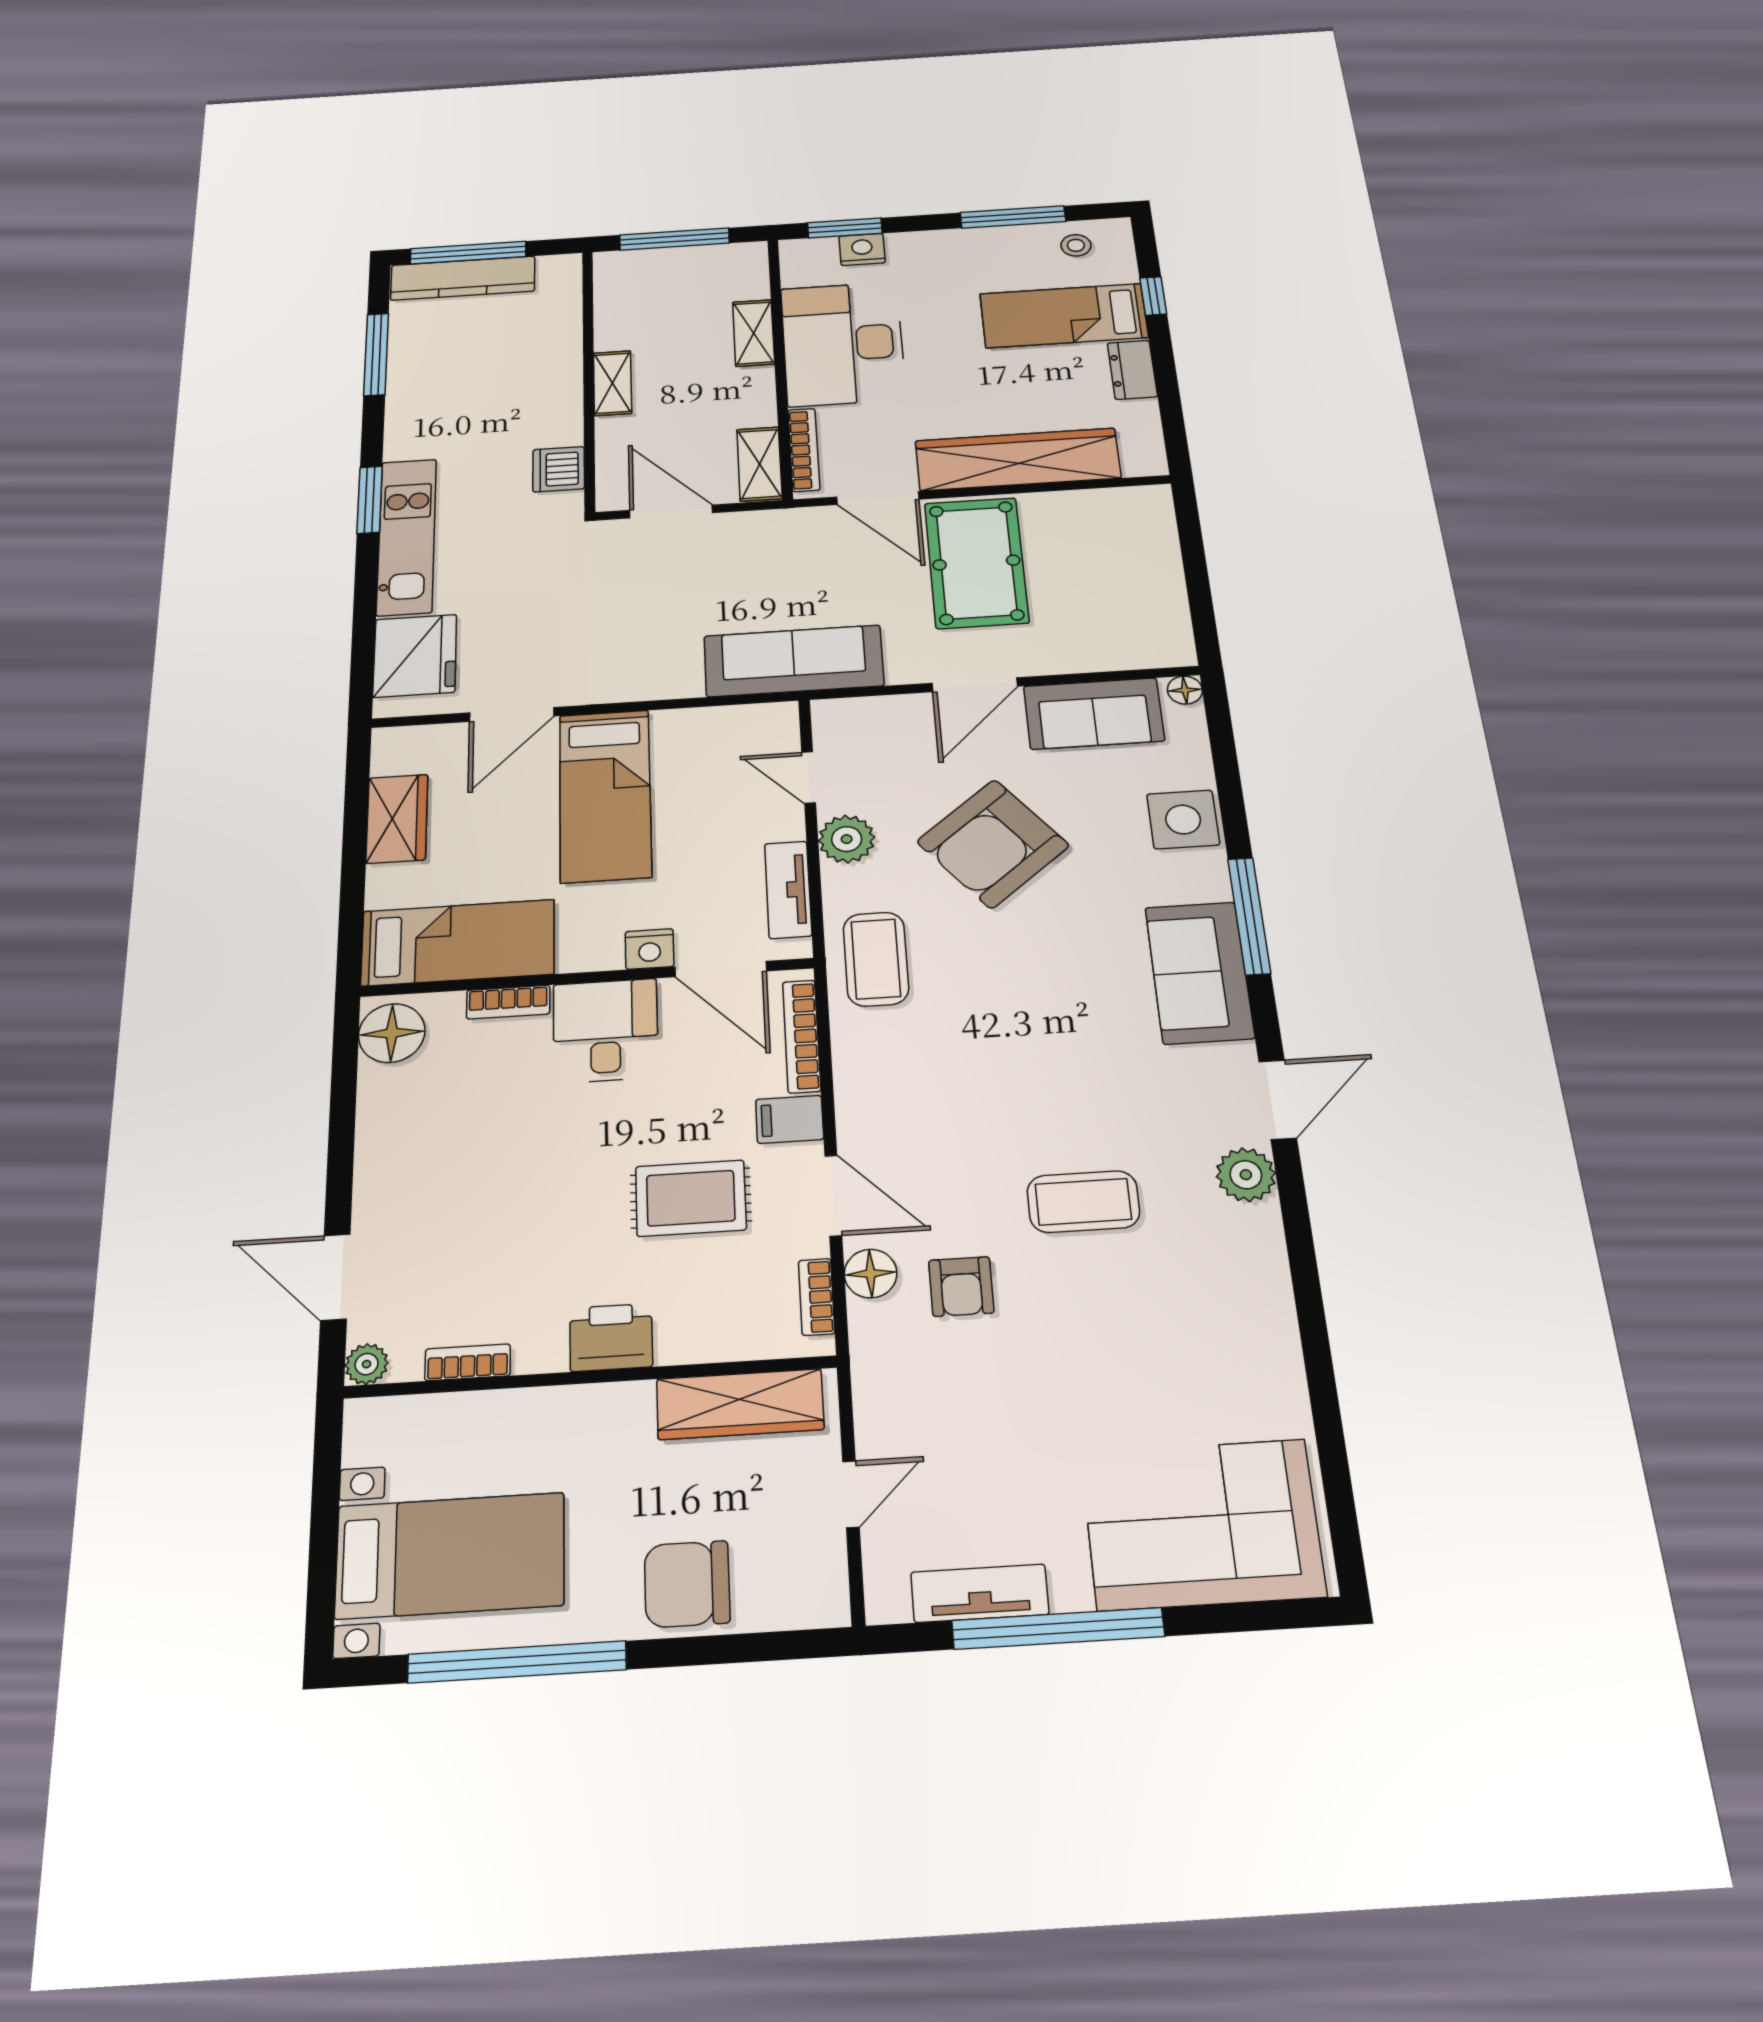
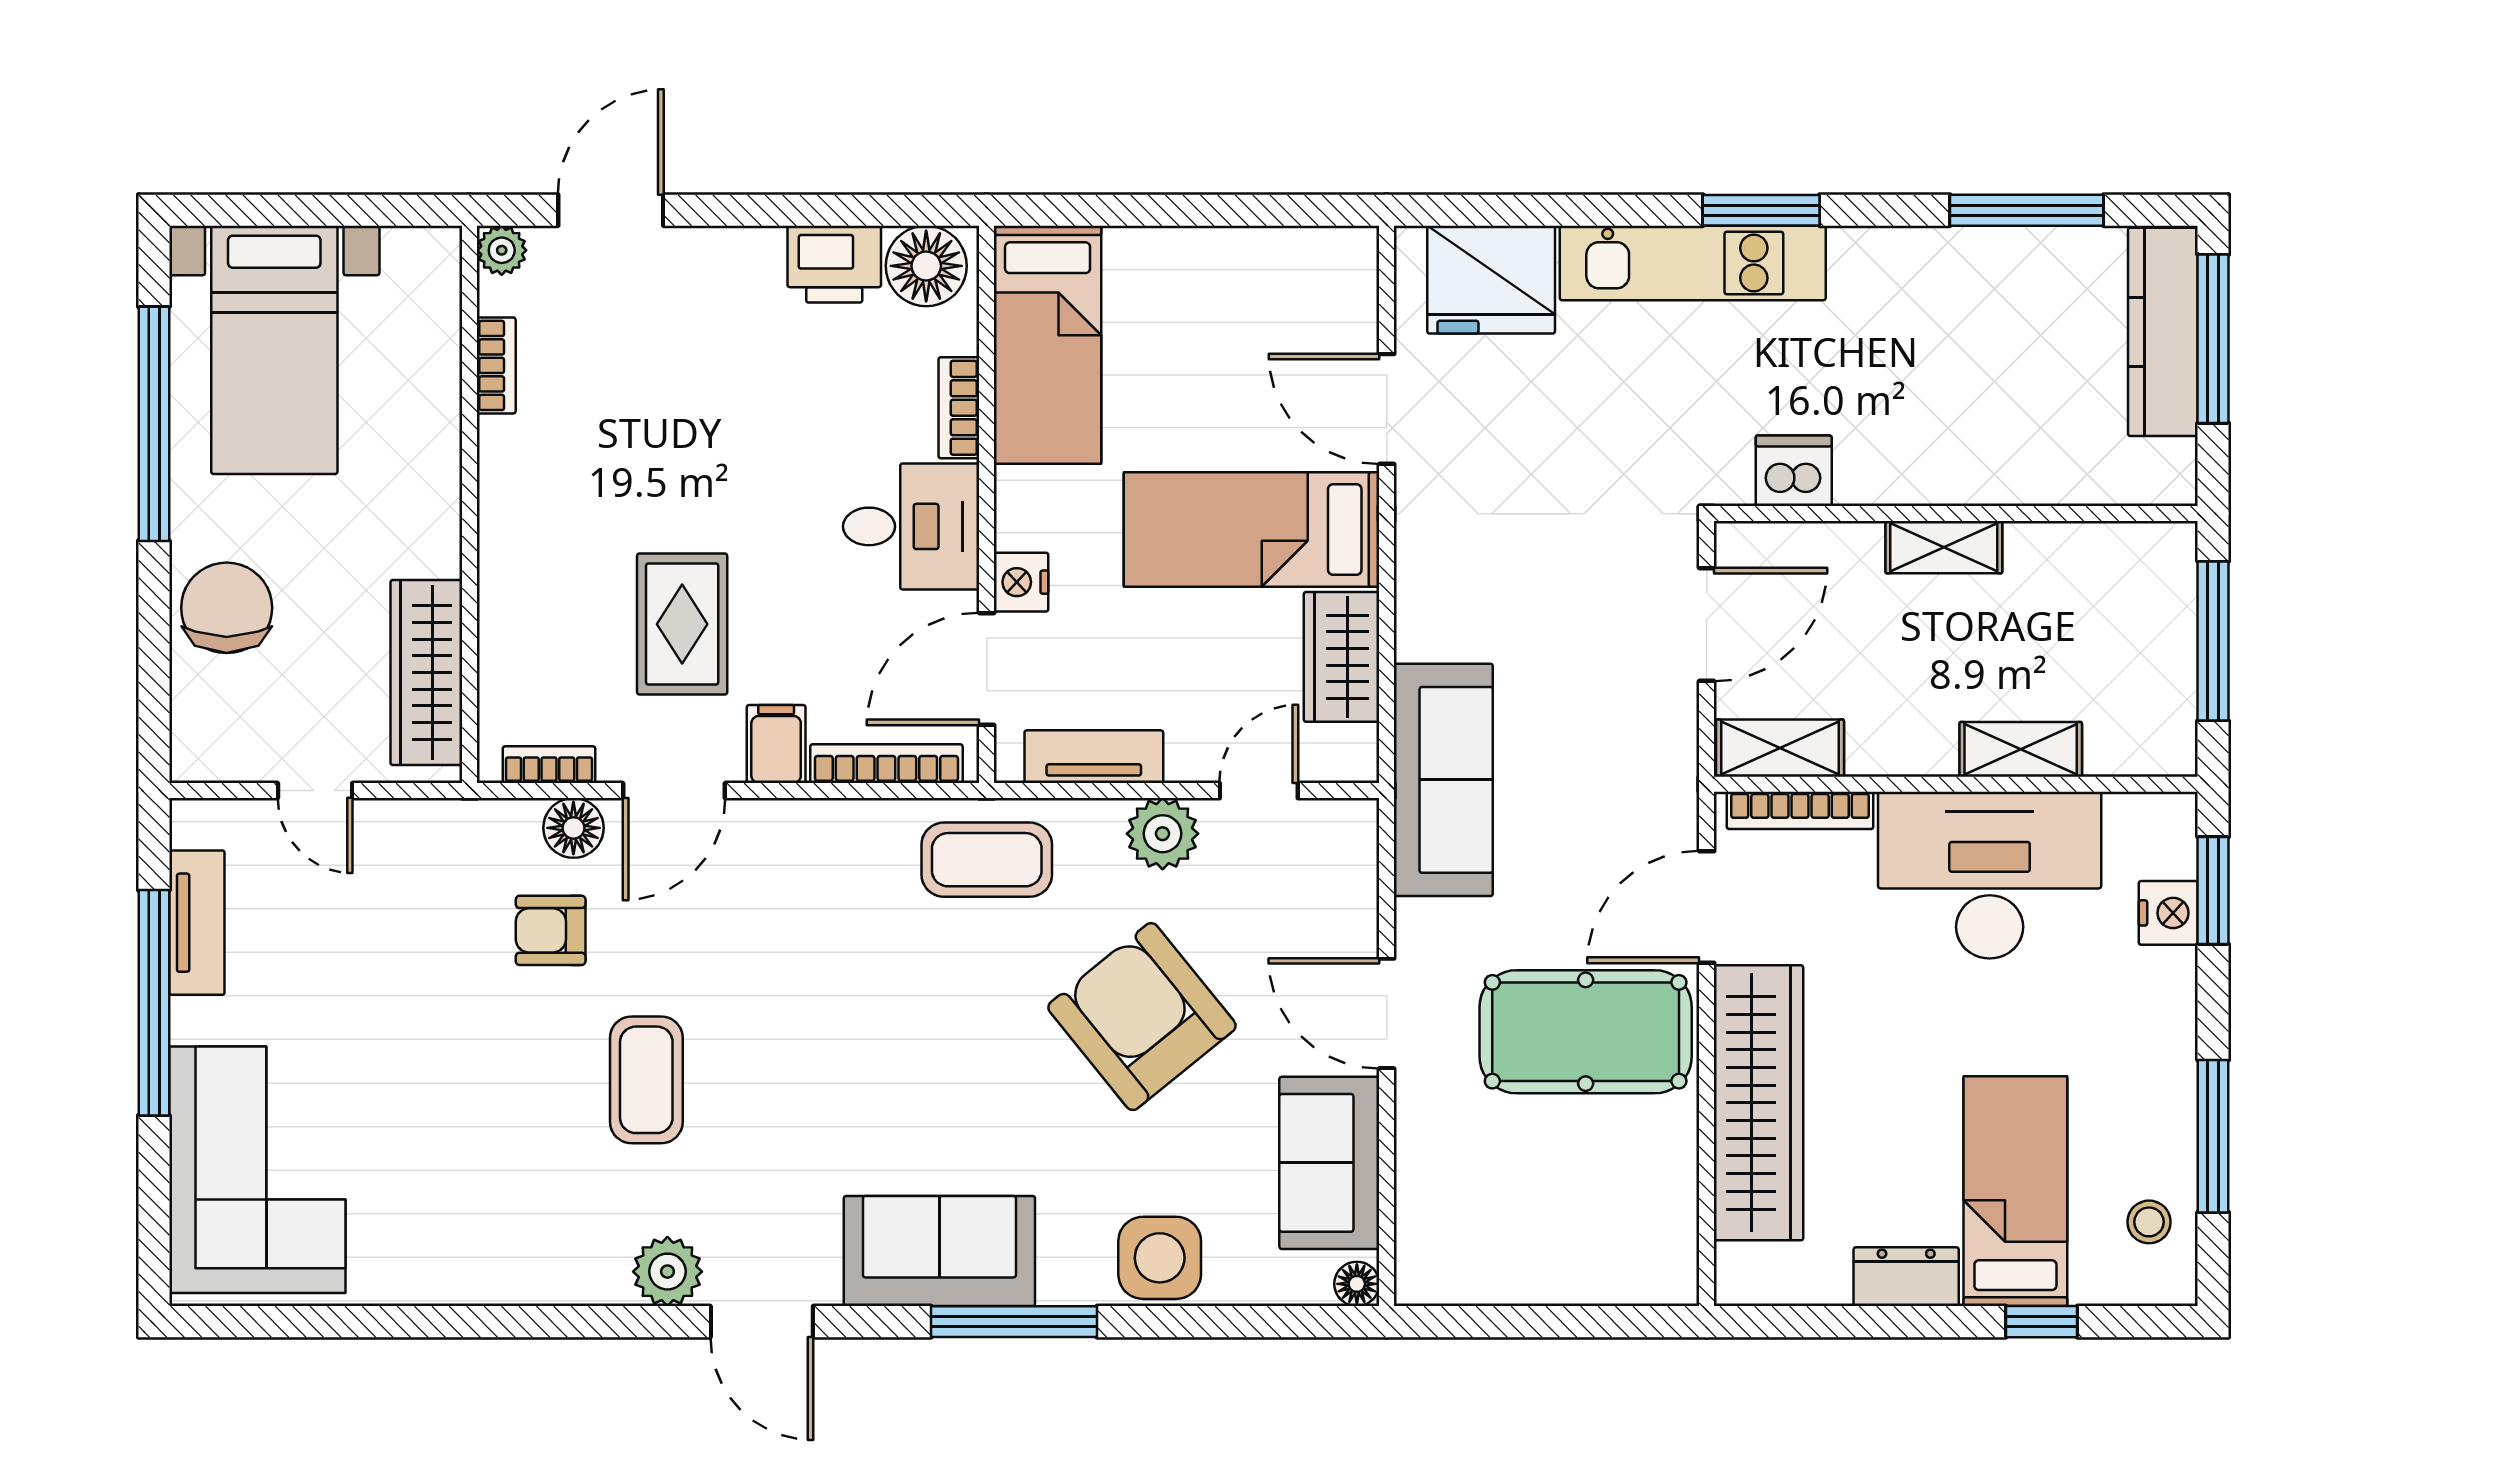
wardrobe: (397, 819) -> (1341, 657), moved, turned 90
printer: (611, 1337) -> (834, 264), moved, turned 90

